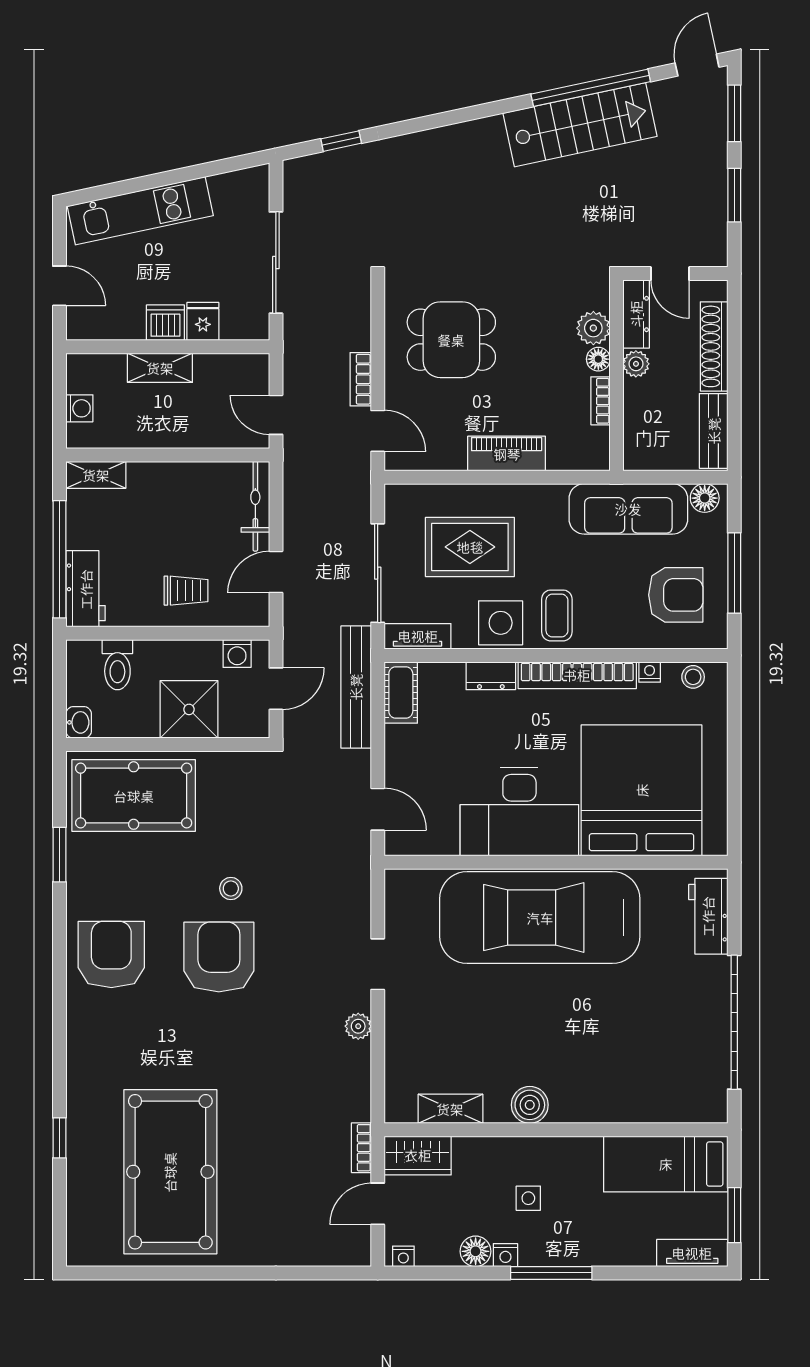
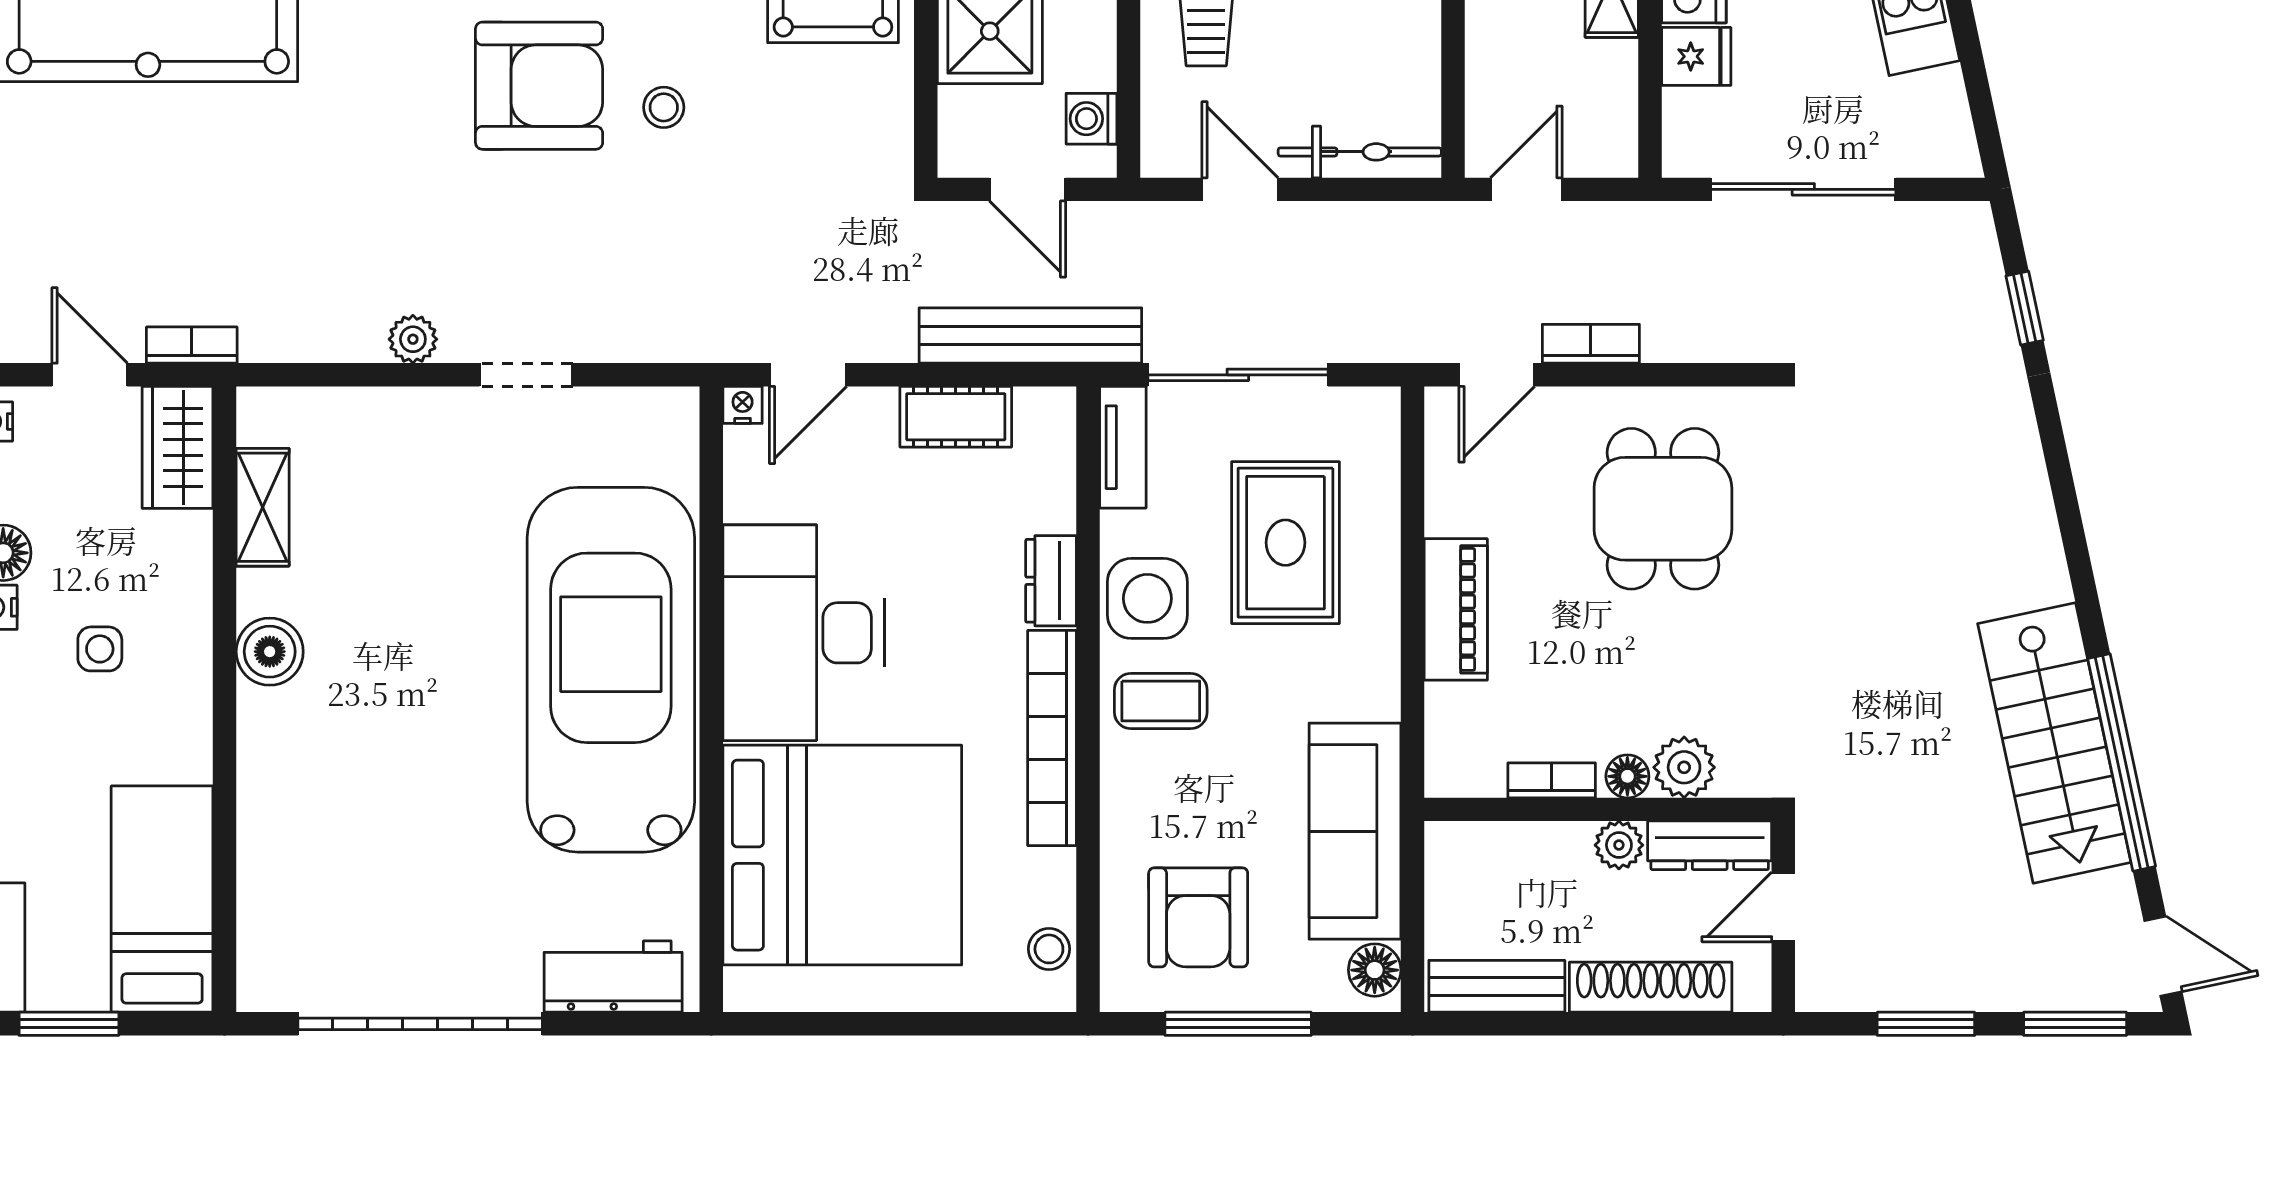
nightstand: (650, 672) -> (743, 405), moved, turned -90
cot: (401, 692) -> (956, 417), moved

